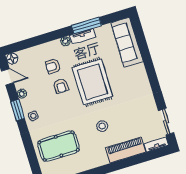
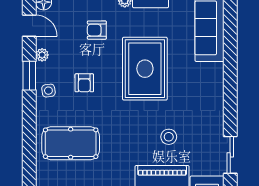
armchair: (61, 86) -> (84, 83), moved
stool: (102, 126) -> (169, 137), moved

